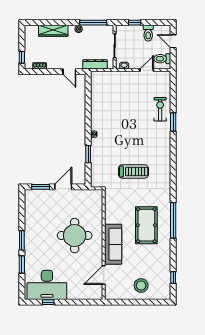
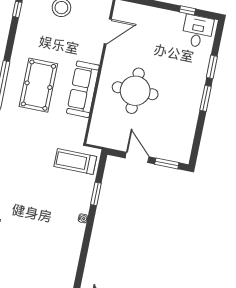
treadmill: (133, 171) -> (75, 162), moved
door: (63, 187) -> (137, 157), swing flipped
sofa: (113, 244) -> (83, 89), moved
desk: (47, 285) -> (198, 31), width x0.53, depth x0.77

